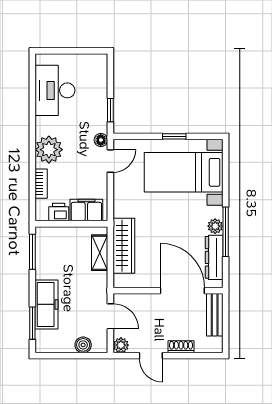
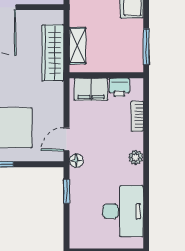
plant: (49, 150) -> (136, 157), width x0.53, depth x0.53

